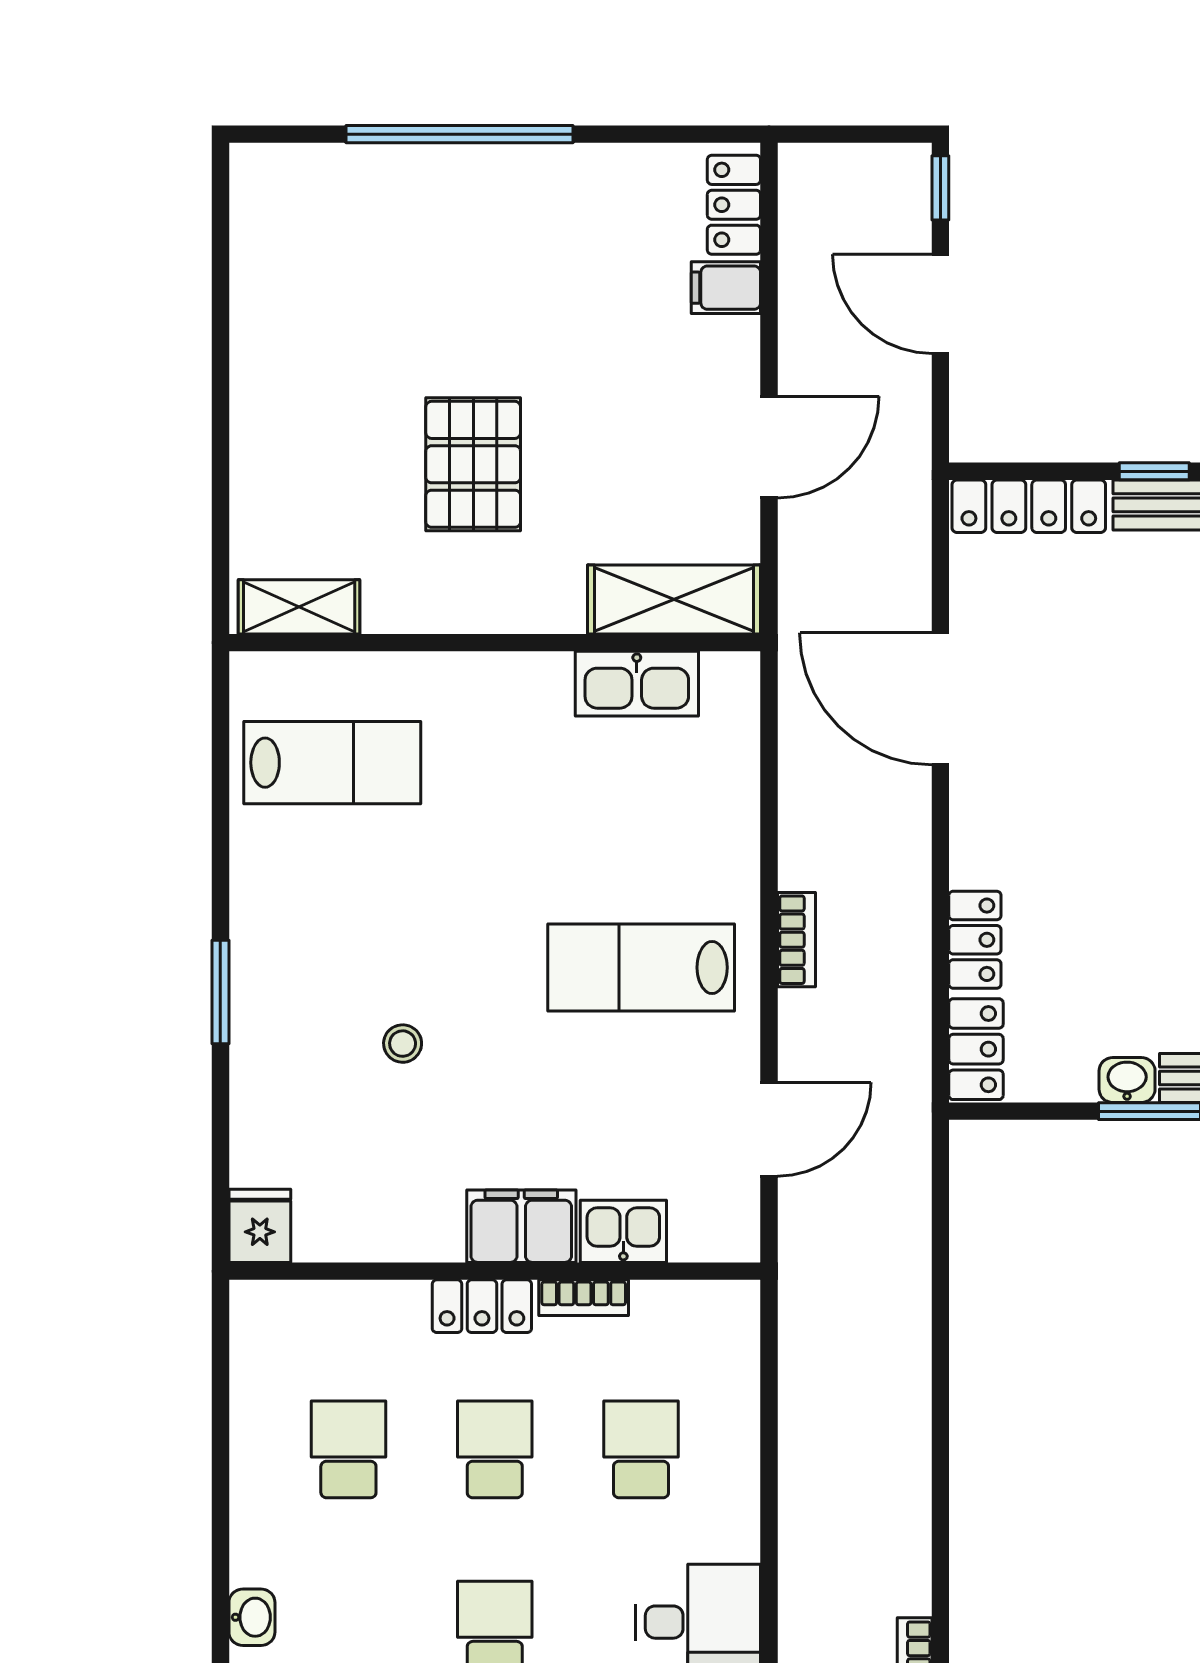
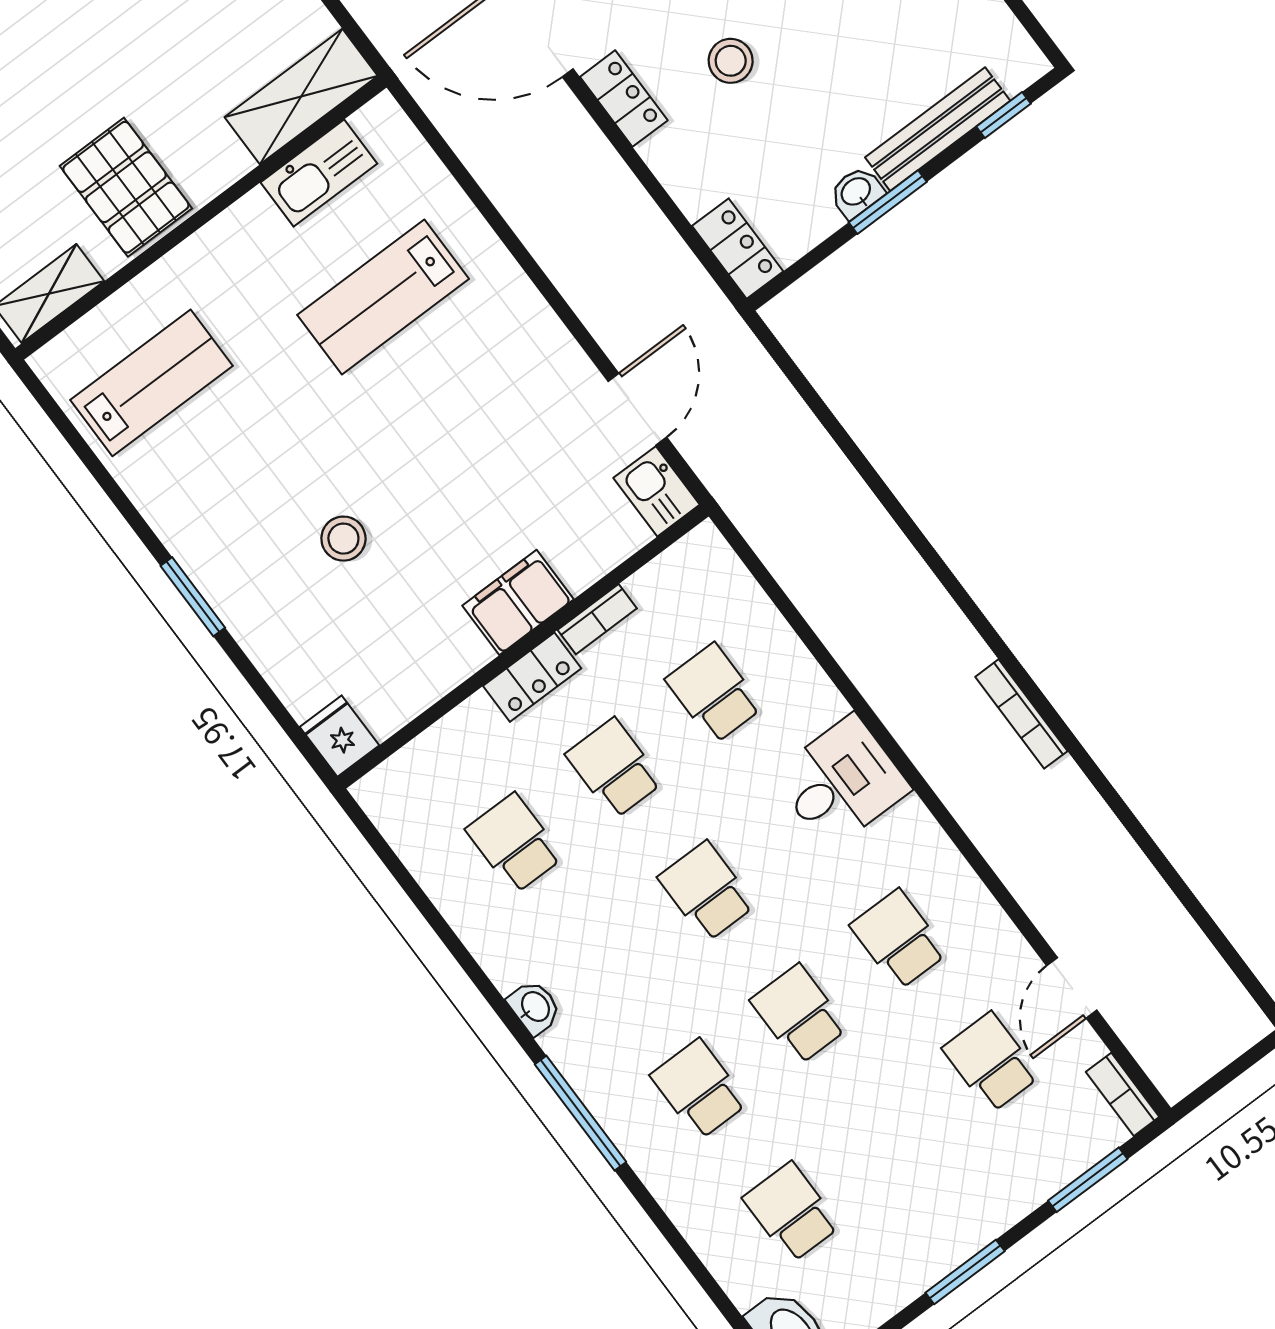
pallet: (473, 464) -> (126, 187), moved
stool: (1102, 868) -> (731, 61), added
bookcase: (796, 940) -> (559, 266), removed
locker: (975, 940) -> (624, 99), moved
lab bench: (641, 968) -> (383, 297), moved
stool: (403, 1044) -> (343, 539), width x1.37, depth x1.37
kitchen sink: (623, 1231) -> (657, 491), moved, turned -90

